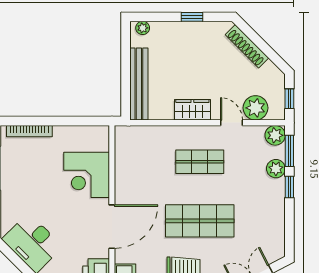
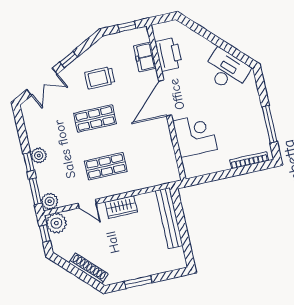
window: (192, 17) -> (138, 282), width x1.50
plant: (143, 28) -> (176, 264), removed
plant: (255, 108) -> (56, 223), moved
plant: (276, 169) -> (39, 156), moved
shop shelf: (200, 221) -> (95, 119), width x0.70, depth x0.74

